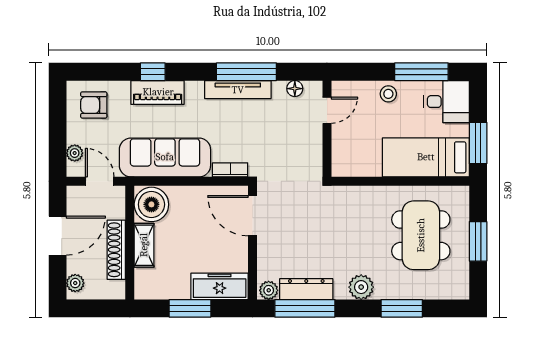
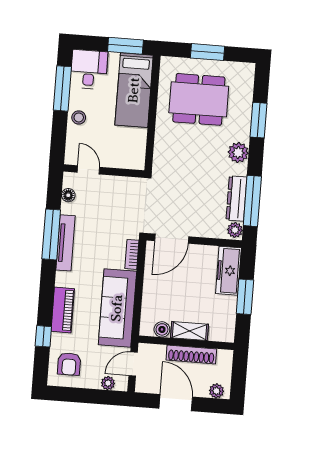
window: (153, 72) -> (43, 336), moved
boiler: (151, 204) -> (162, 329), width x0.54, depth x0.54

